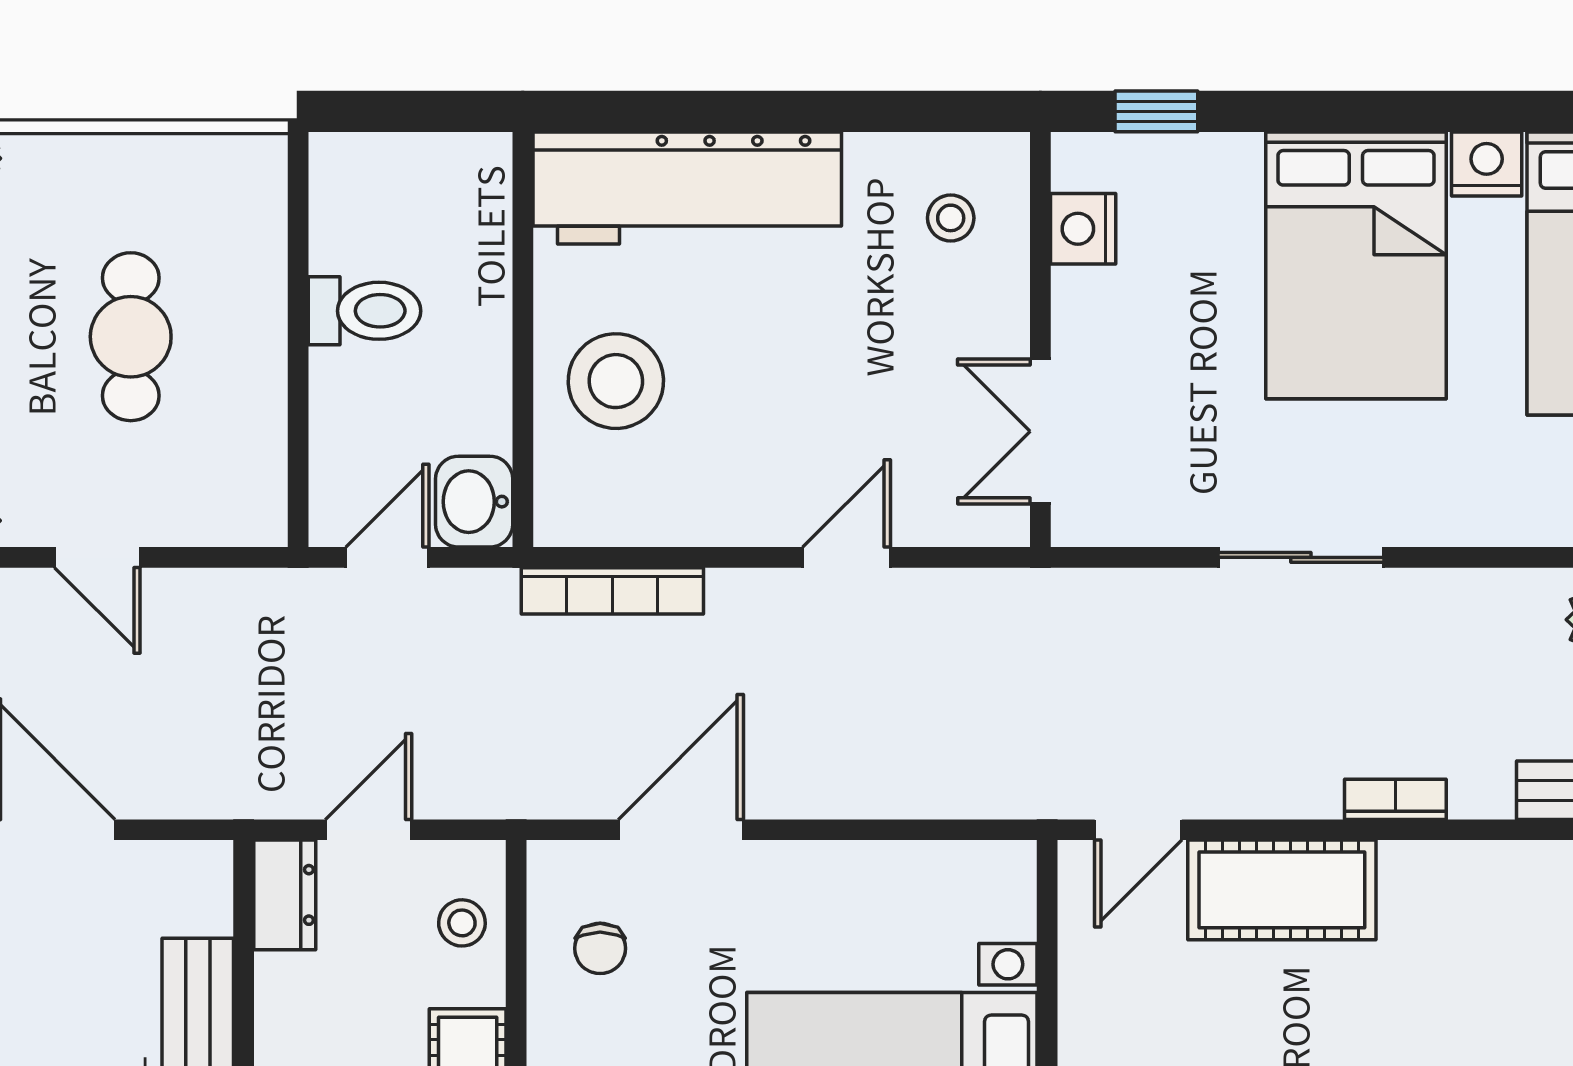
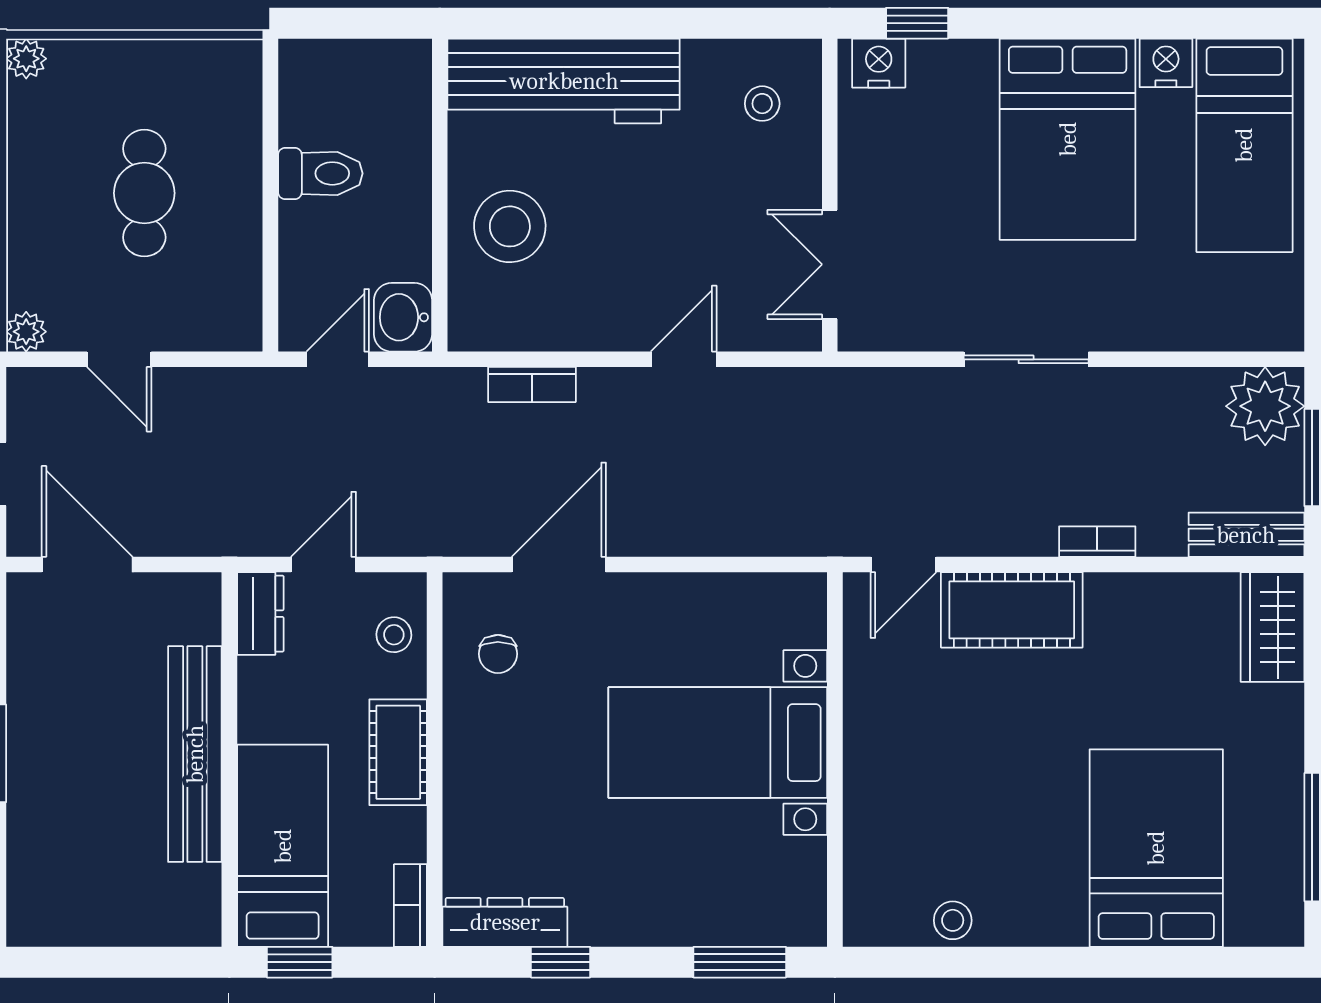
nightstand: (1083, 229) -> (879, 63), moved, turned 90
bookcase: (612, 591) -> (532, 385), width x0.64

